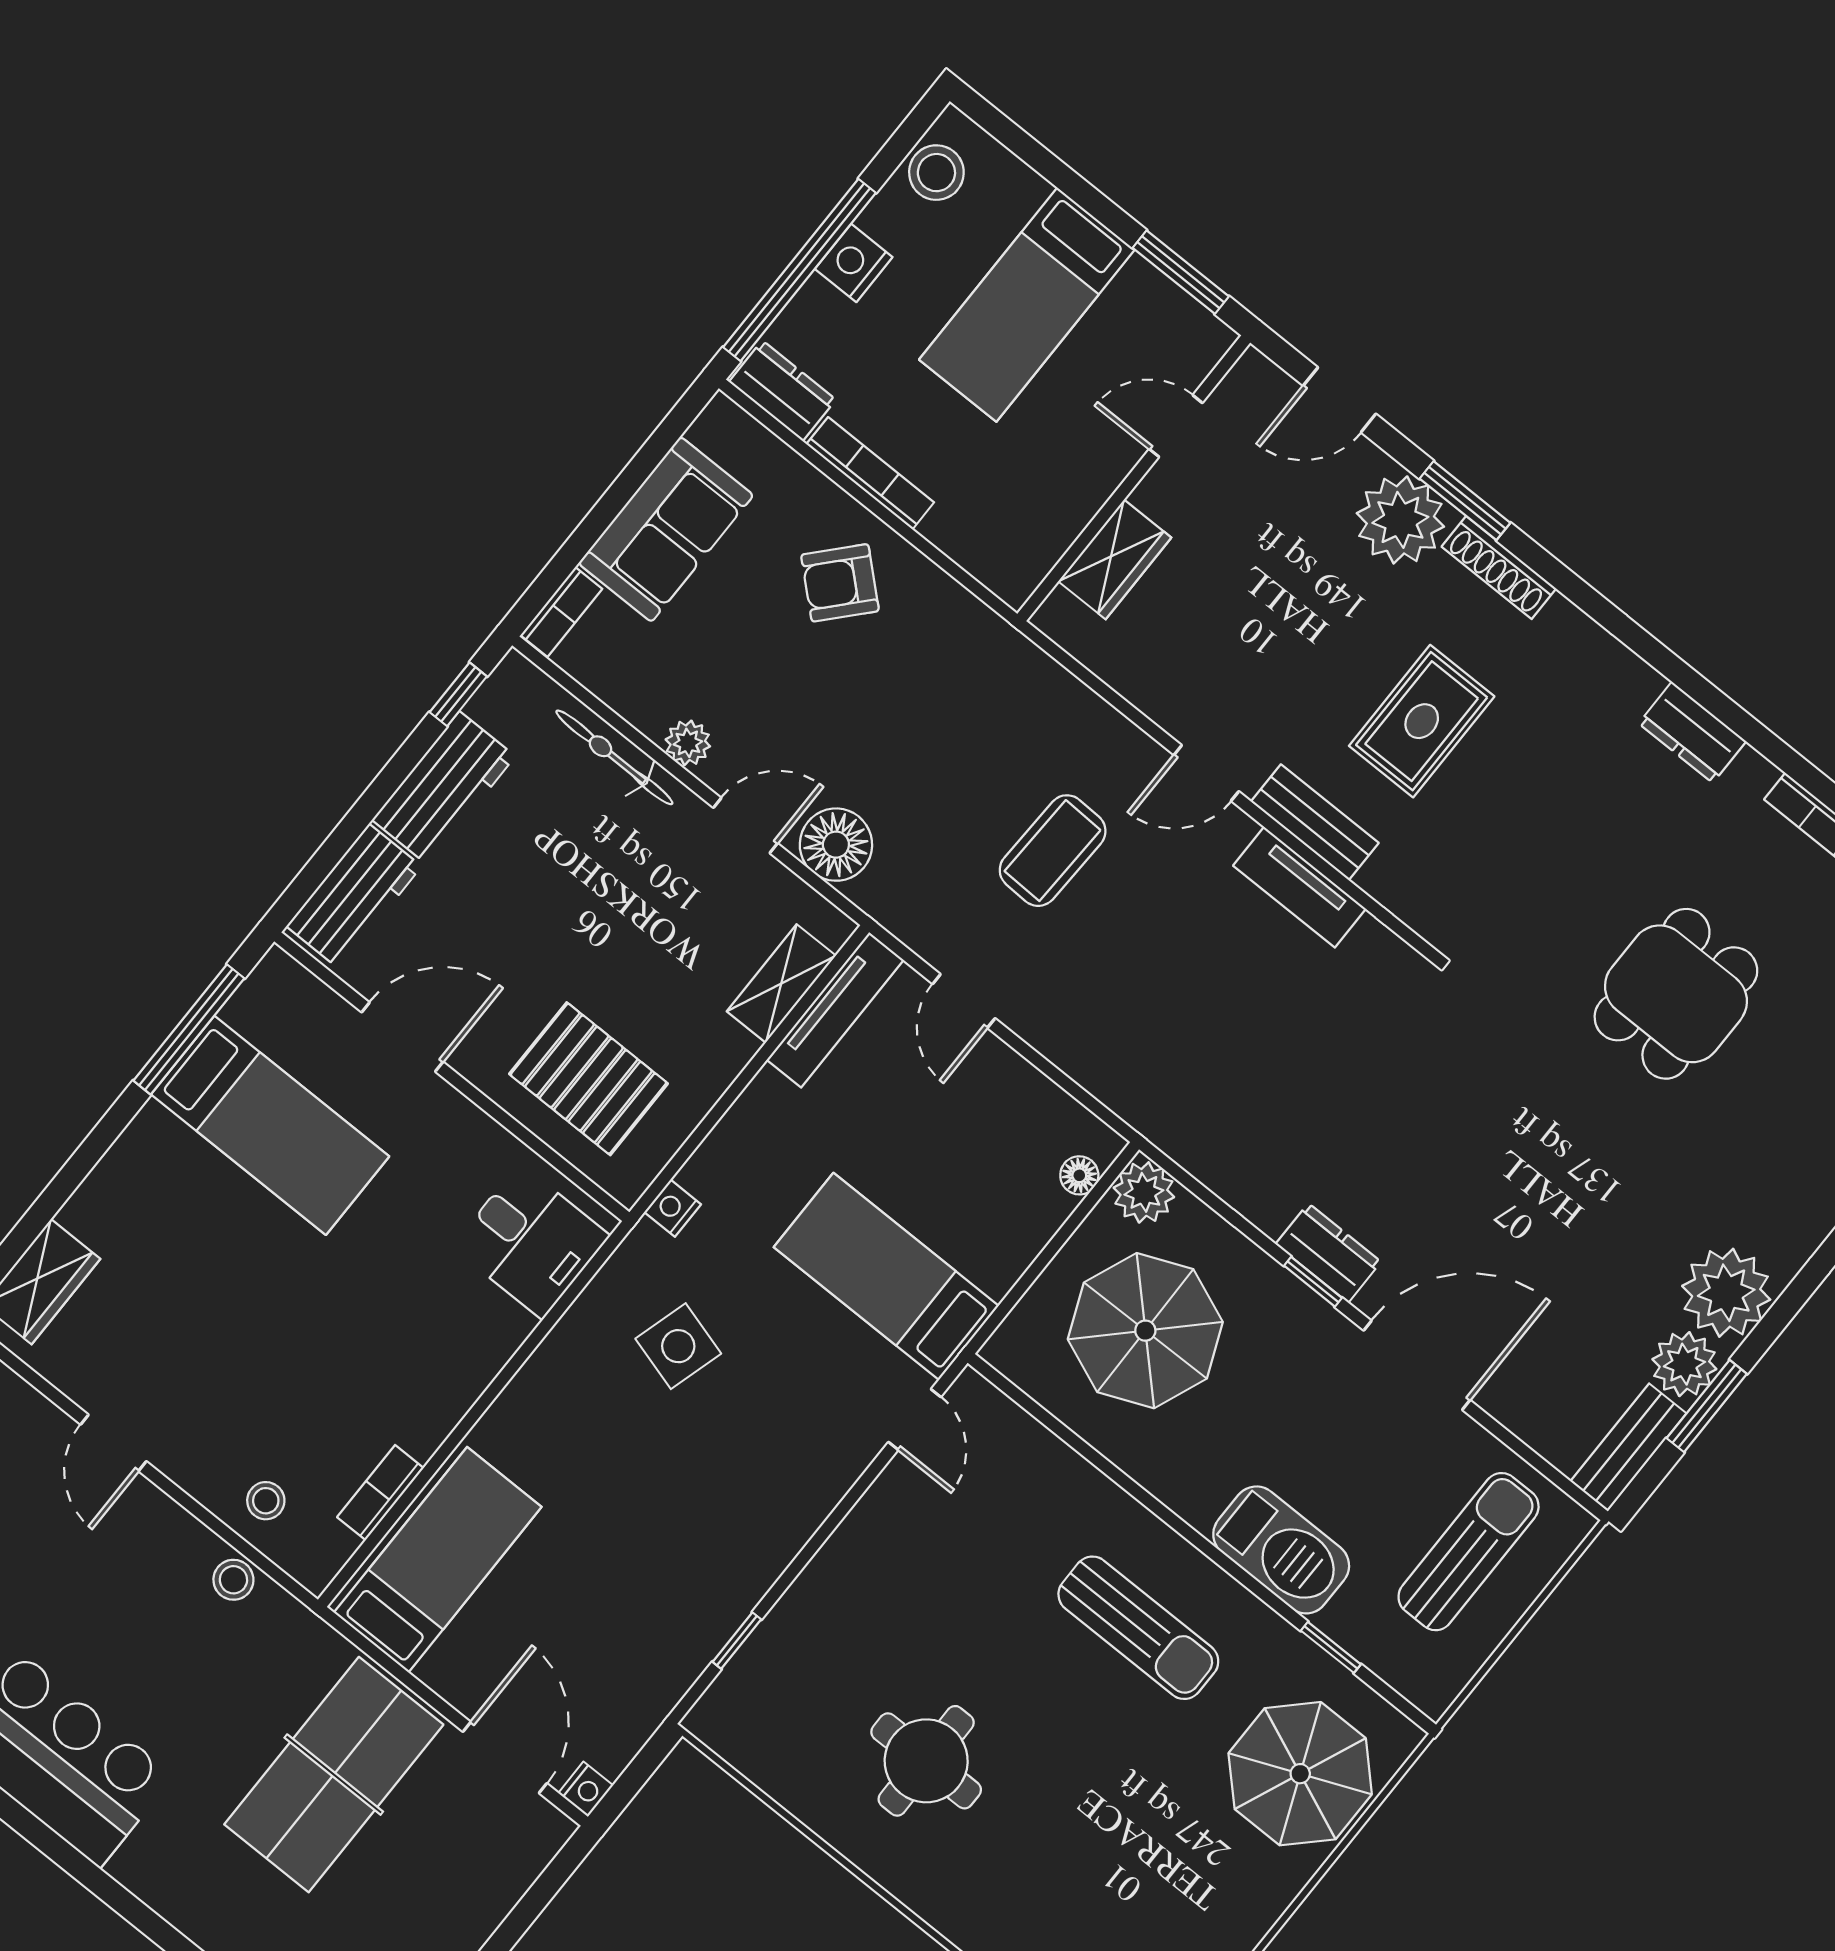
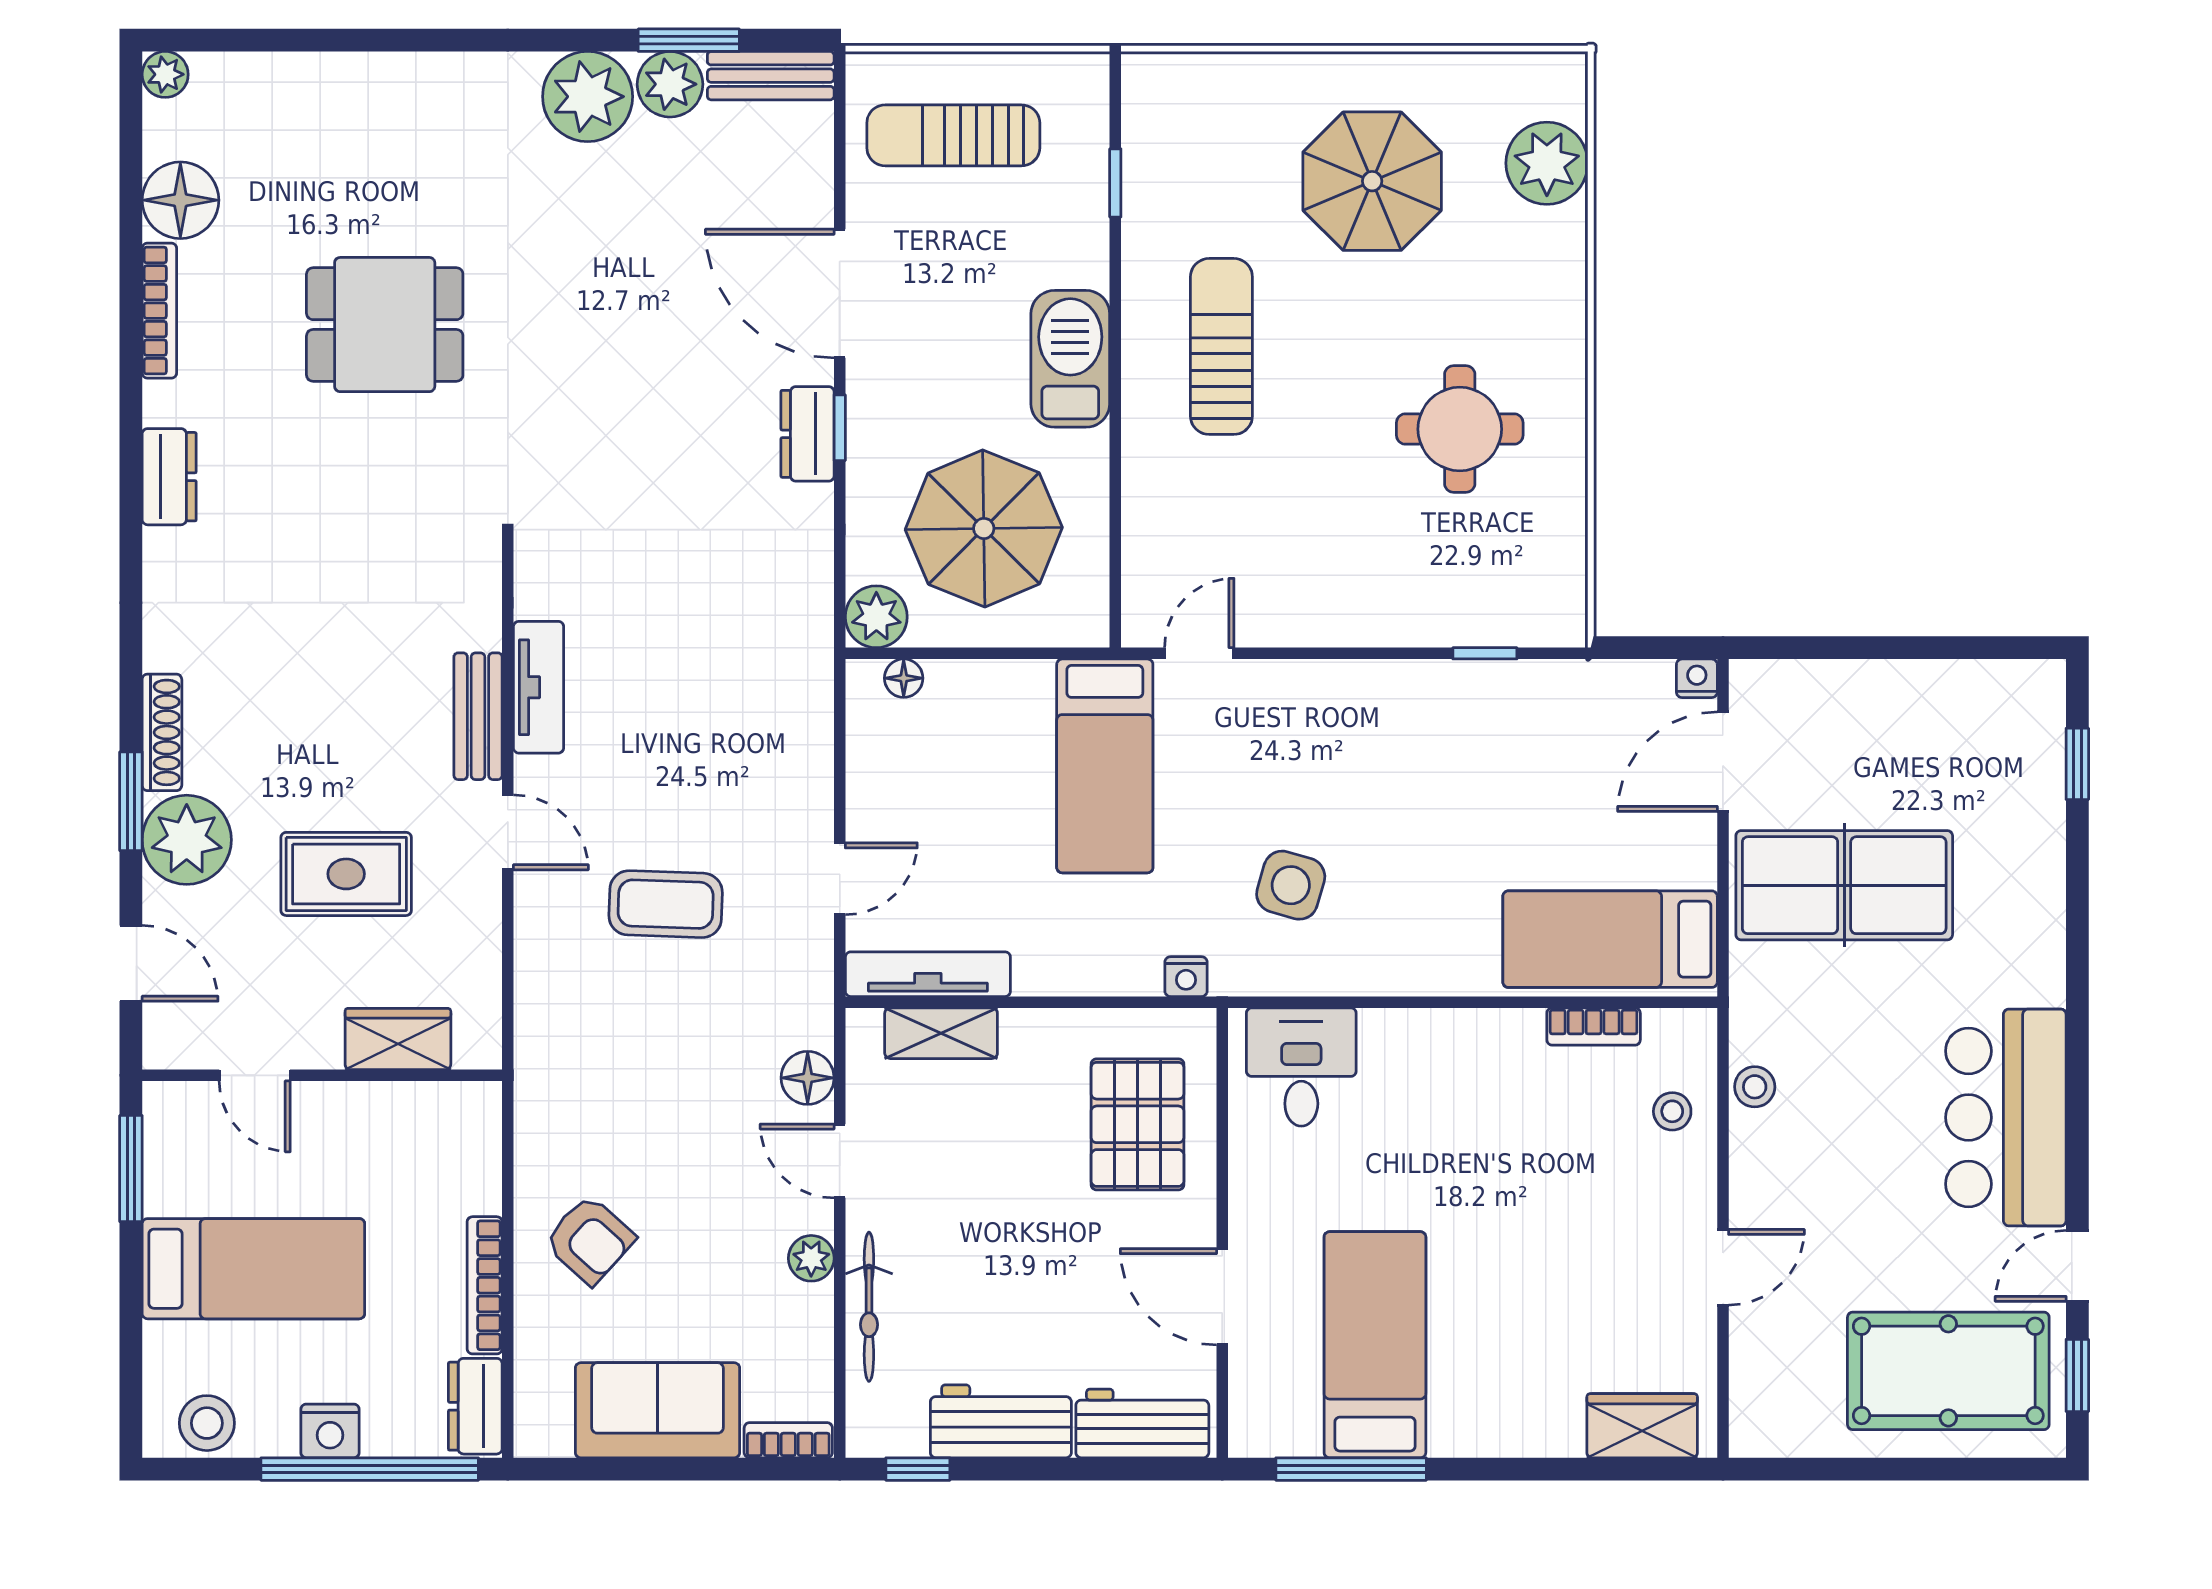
rug: (1422, 721) -> (346, 874), moved
floor lamp: (836, 845) -> (808, 1078), width x0.73, depth x0.73
barbecue: (1281, 1550) -> (1070, 359), moved
parasol: (1300, 1774) -> (1372, 181), moved

